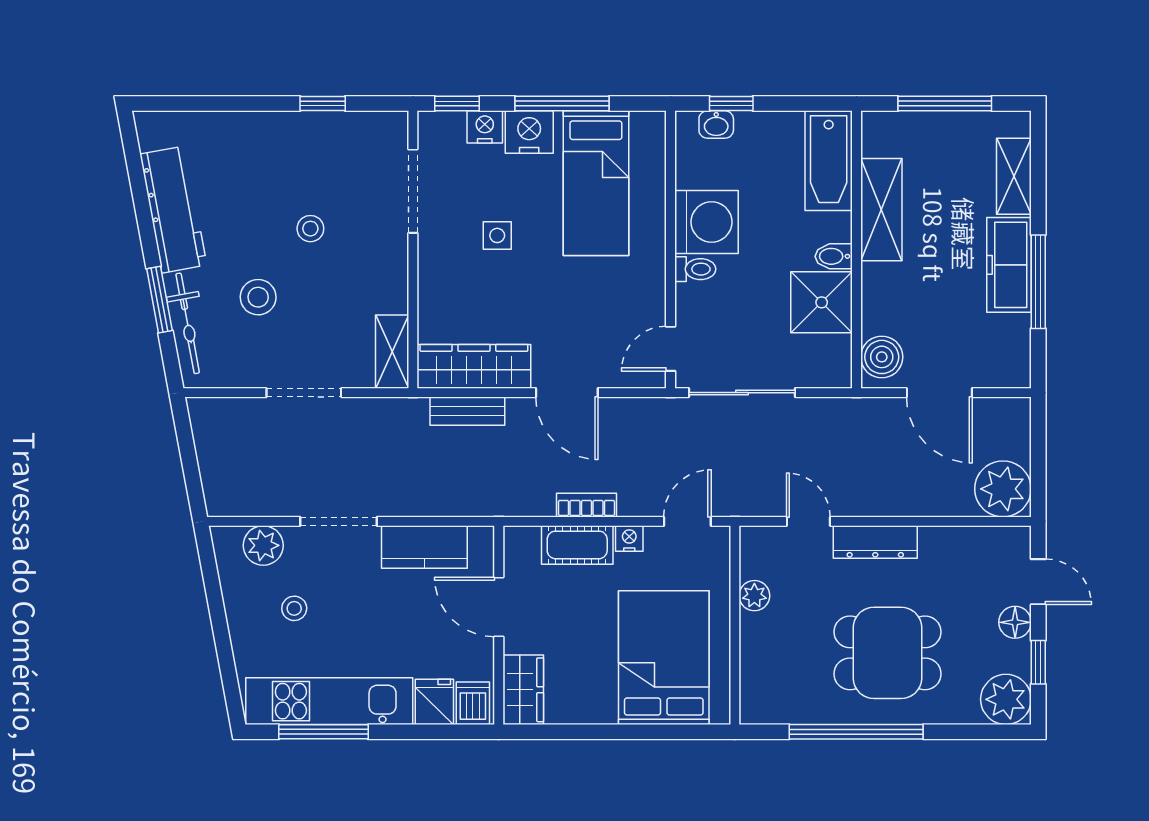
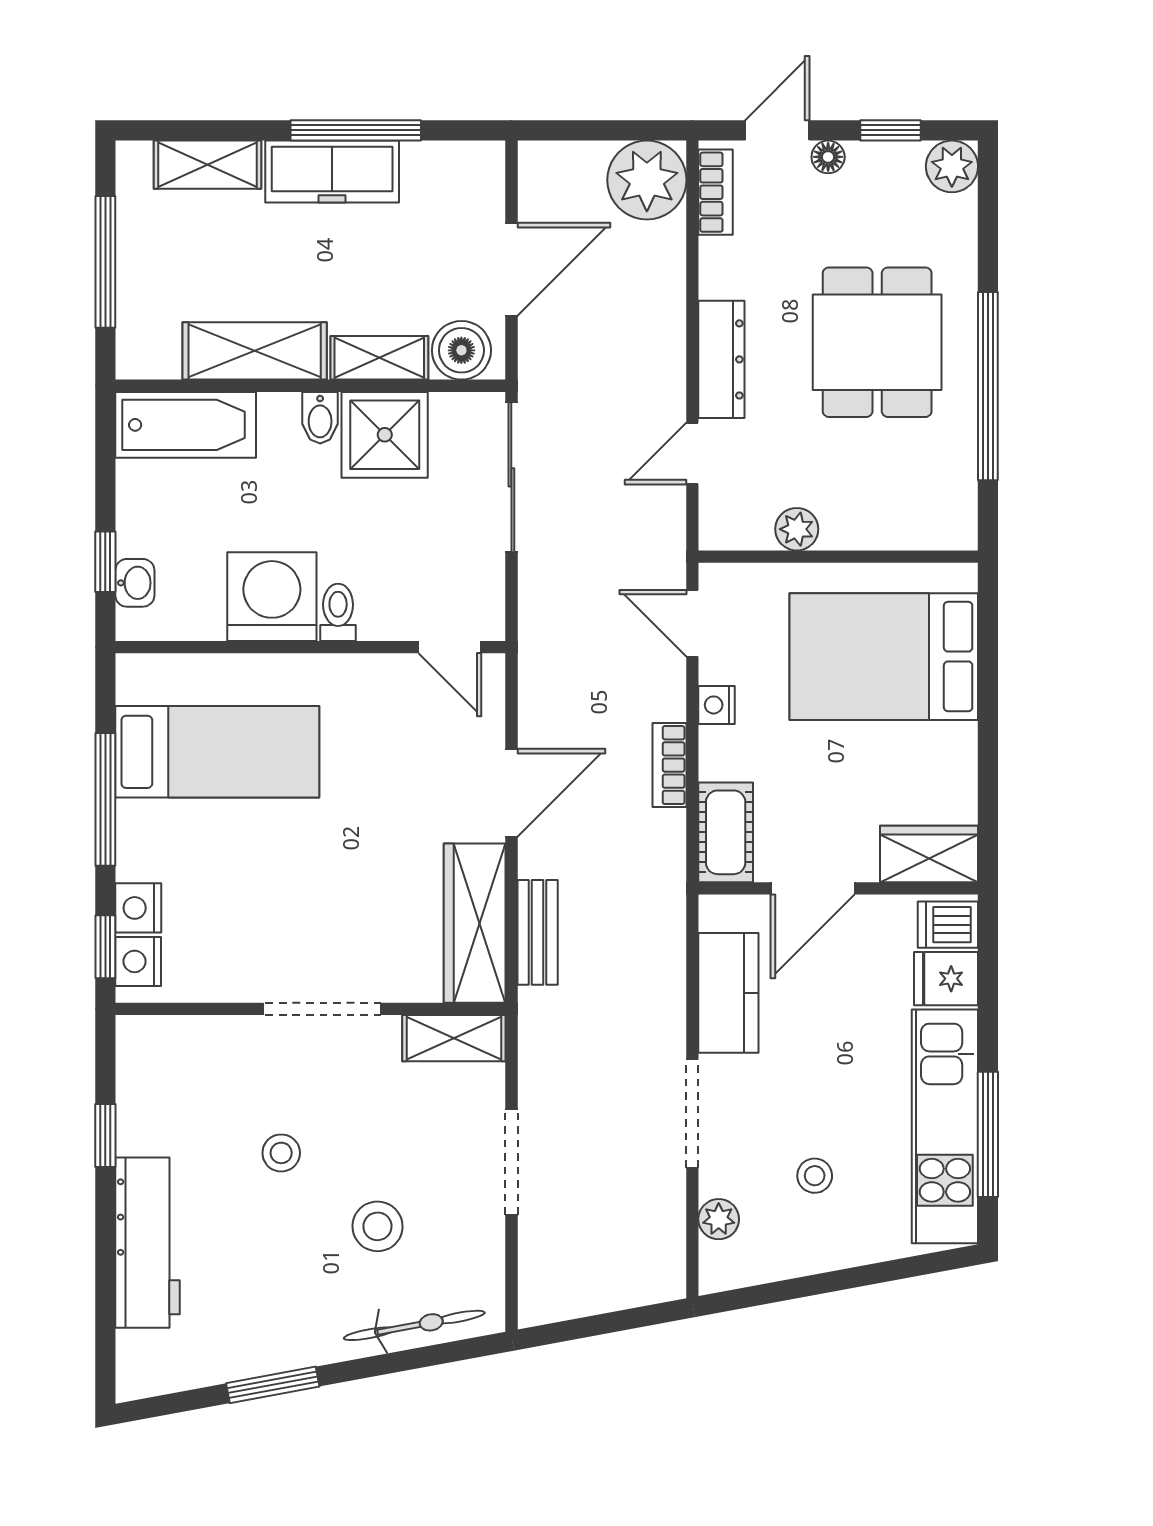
nightstand: (529, 132) -> (138, 961), moved, width x0.74, depth x0.75
doorway: (413, 191) -> (322, 1009), moved
workbench: (173, 210) -> (147, 1243), moved, turned 100
side table: (497, 235) -> (291, 891), removed
shelving: (876, 298) -> (379, 358), added
window: (159, 300) -> (273, 1385), moved
sliding door: (742, 393) -> (511, 477), moved
bookcase: (994, 538) -> (716, 192), added
plant: (263, 545) -> (719, 1219), width x0.73, depth x0.73
cot: (577, 545) -> (726, 832), moved
floor lamp: (1015, 622) -> (828, 157), width x0.73, depth x0.73
plant: (1006, 699) -> (952, 166), width x0.73, depth x0.73

